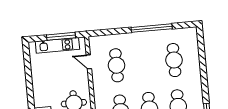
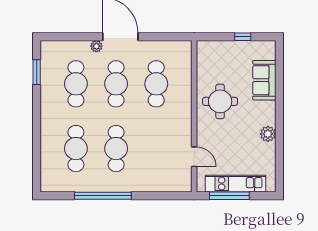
cafe table: (116, 65) -> (116, 149), moved
plant: (38, 83) -> (268, 134), added

